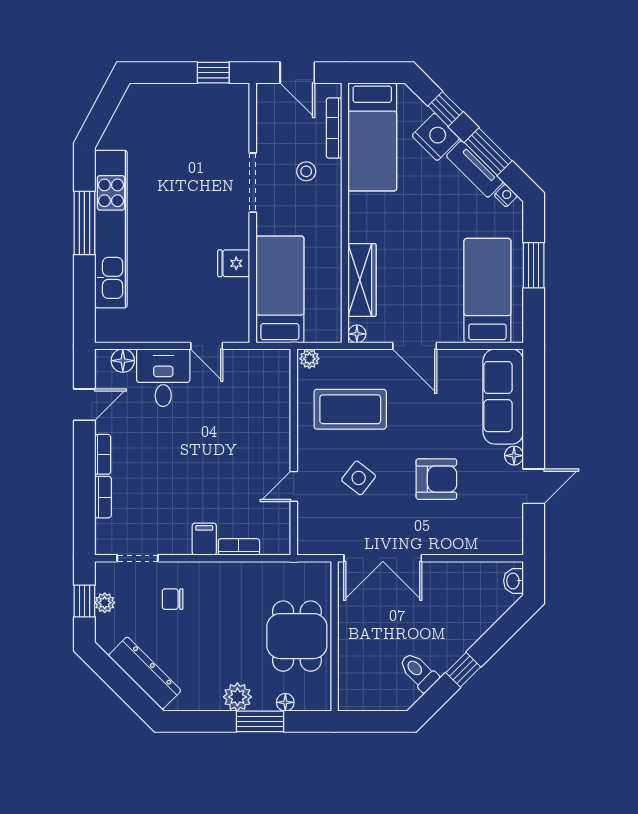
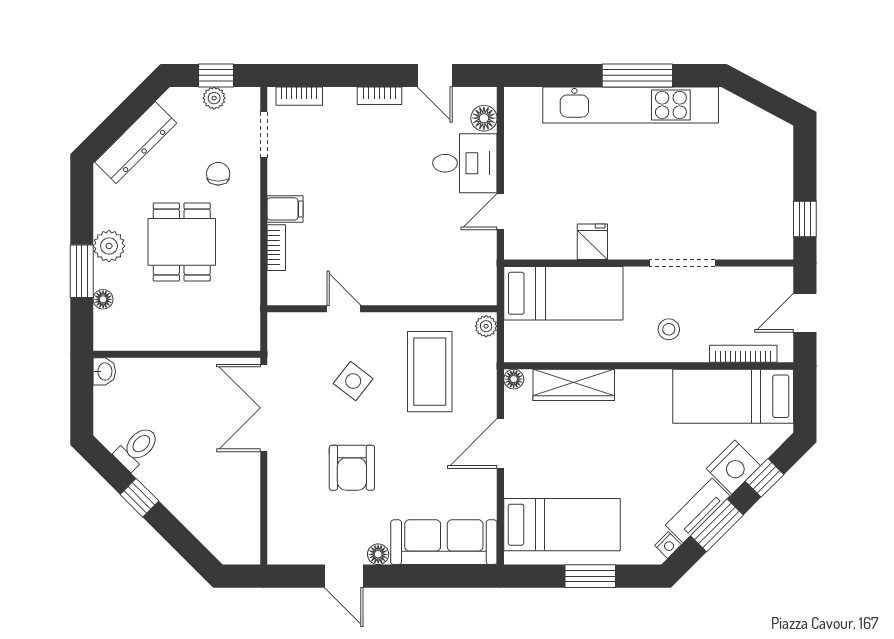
stool: (306, 171) -> (669, 329), moved
bookcase: (103, 497) -> (299, 96), moved
washbasin: (513, 581) -> (104, 371), moved, turned 90
dining table: (297, 636) -> (182, 242), moved, turned 90

